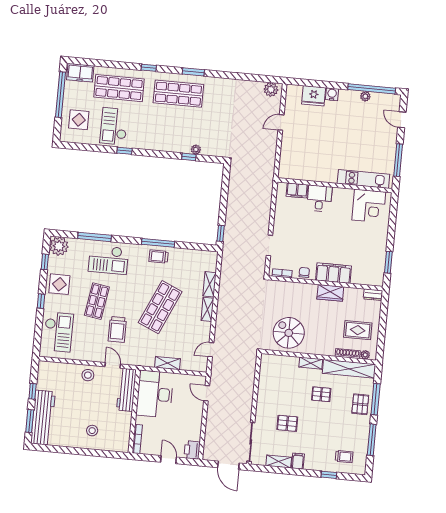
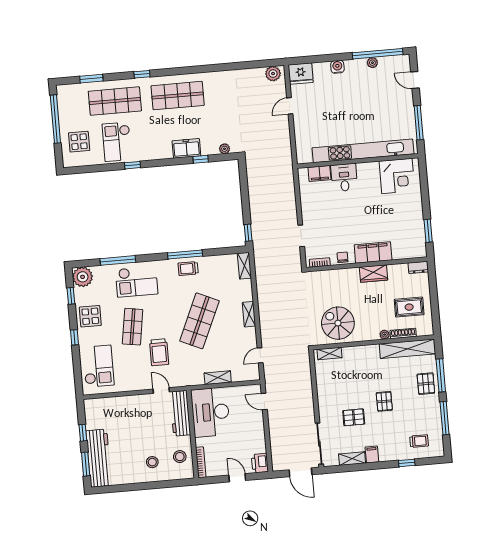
window: (193, 72) -> (91, 79), moved
freezer: (80, 73) -> (186, 148), moved, turned 180
fridge: (314, 96) -> (301, 74), moved
plant: (196, 150) -> (224, 149), moved
kitchen unit: (363, 179) -> (363, 151), width x1.86
shelving: (210, 284) -> (244, 266), moved
plant: (365, 355) -> (385, 335), moved
shelving: (311, 363) -> (330, 354), moved
stool: (88, 375) -> (180, 457), moved
pallet: (321, 394) -> (384, 401), moved, turned 90

